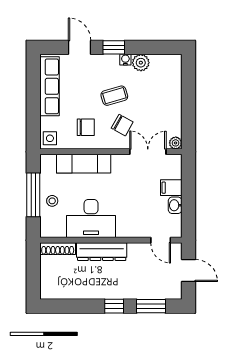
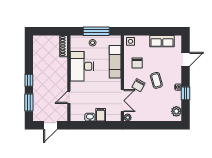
window: (114, 47) -> (186, 93), moved
plant: (141, 63) -> (176, 111), moved
row of seats: (50, 86) -> (162, 41), width x0.68
door: (161, 240) -> (69, 97), moved
dresser: (102, 252) -> (62, 73), removed

